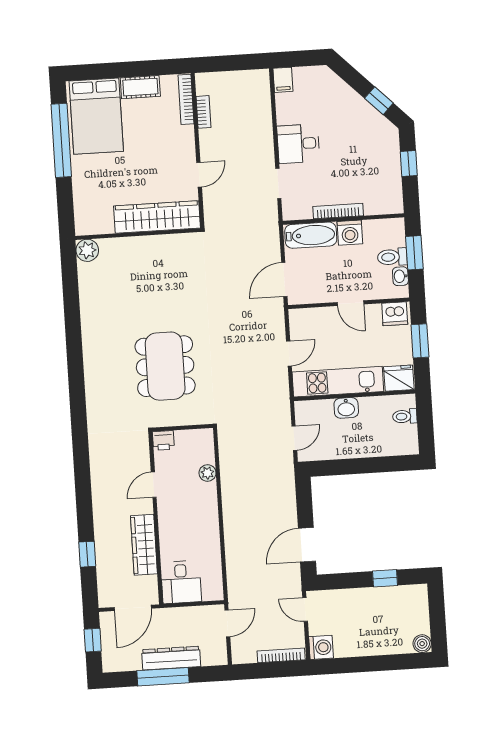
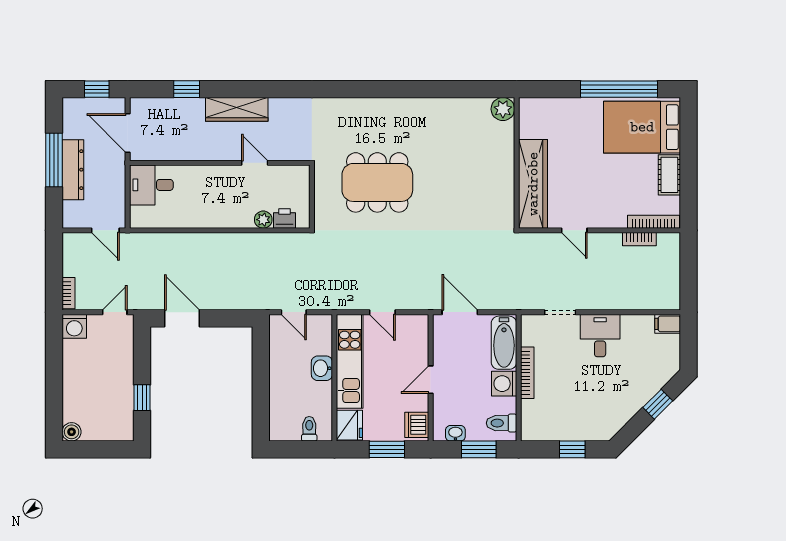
window: (379, 101) -> (658, 404), moved
toilet: (392, 257) -> (501, 423), moved, turned -90
printer: (163, 440) -> (284, 218), moved, turned 90
wardrobe: (144, 545) -> (237, 109), moved, turned 180
bookcase: (281, 655) -> (69, 293), width x0.64

